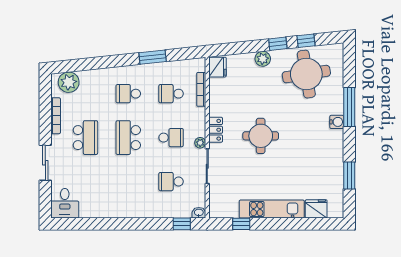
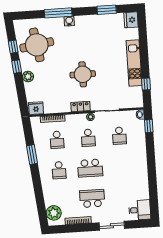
school desk: (171, 138) -> (88, 138), turned 180
fridge: (316, 209) -> (131, 20), moved

